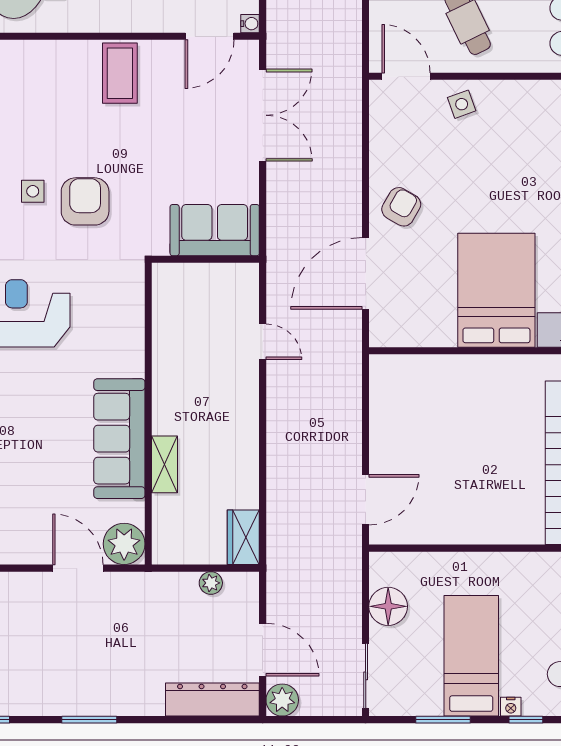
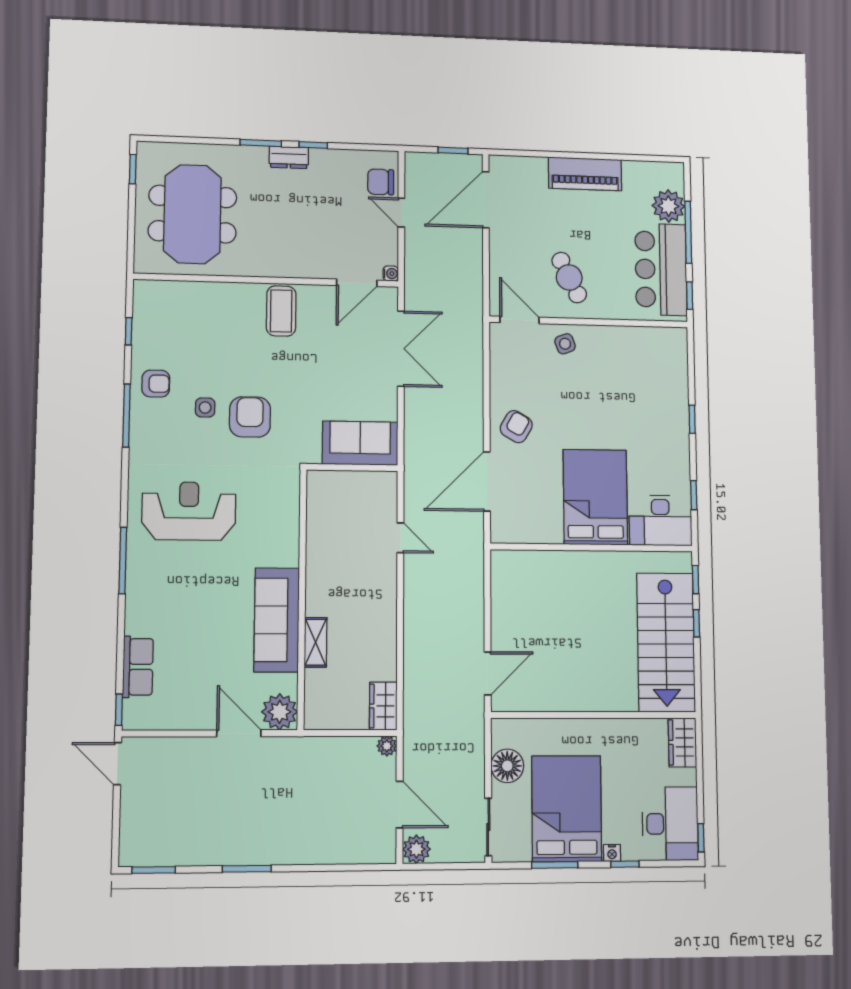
plant: (211, 583) -> (387, 746), moved
bed: (471, 656) -> (567, 809), width x1.50
dresser: (212, 700) -> (356, 849), removed

